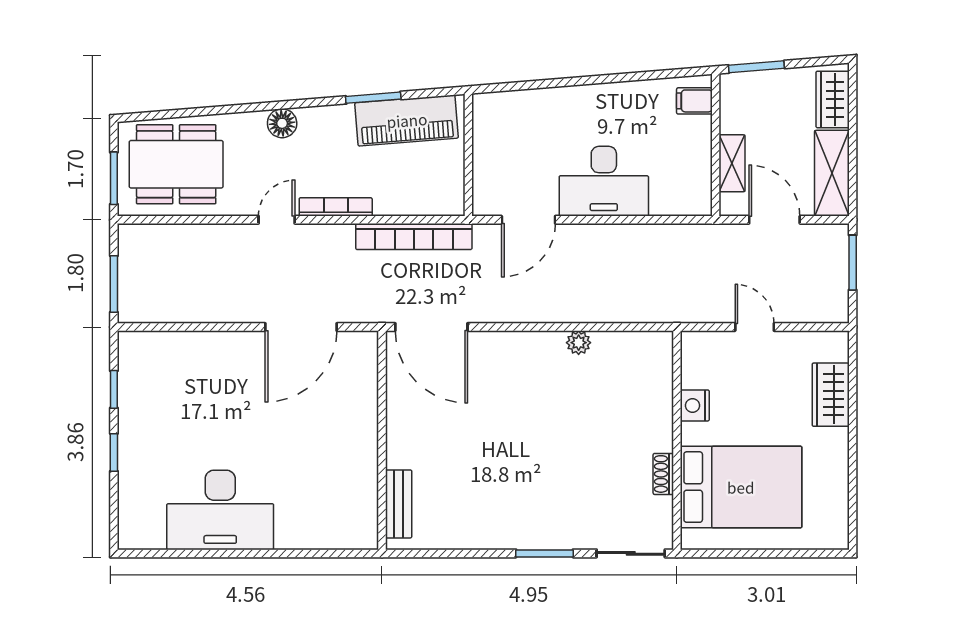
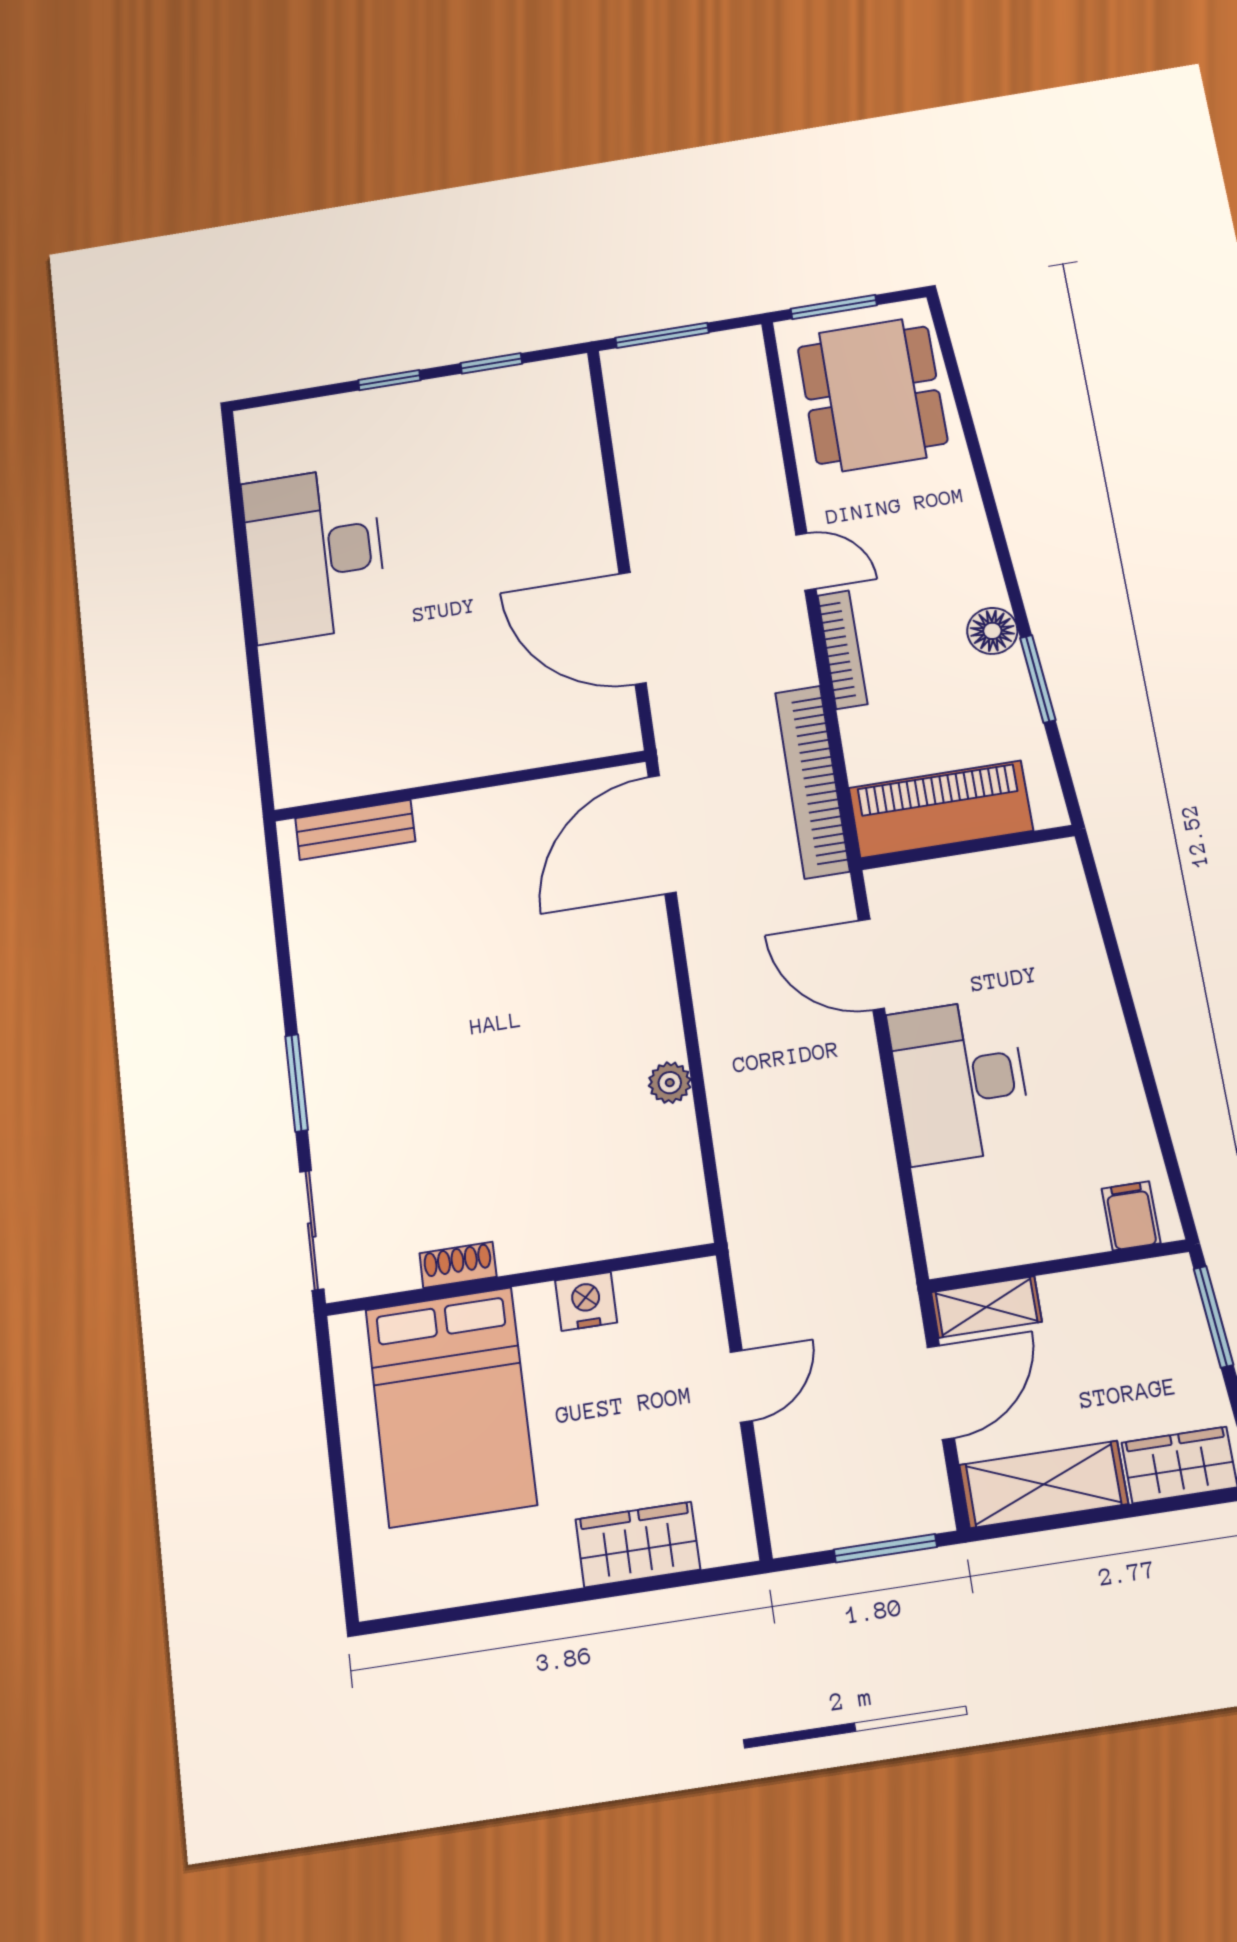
piano: (407, 120) -> (941, 809), moved, turned 95
floor lamp: (282, 123) -> (992, 631), moved
shelving: (732, 163) -> (986, 1307), moved

